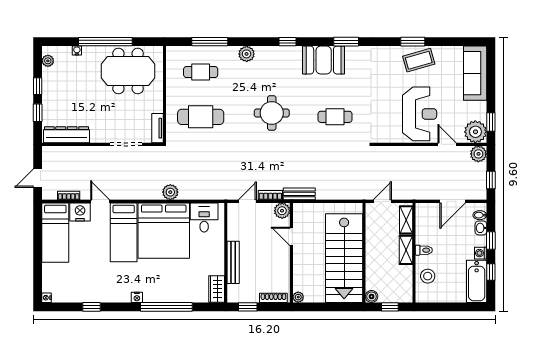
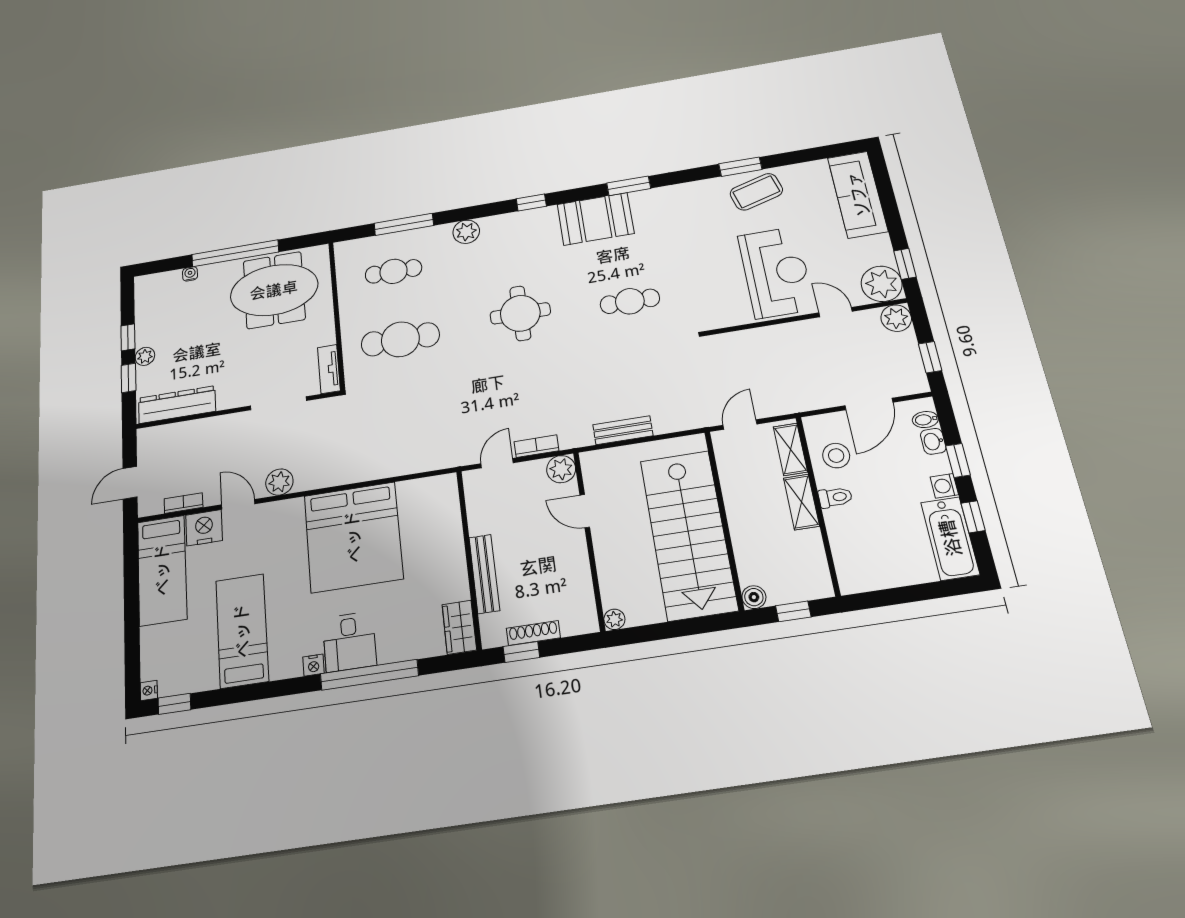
plant: (48, 61) -> (145, 356), moved
plant: (170, 192) -> (279, 482), moved
bench: (299, 194) -> (623, 430), moved
desk: (204, 217) -> (349, 642), moved, turned 180
bed: (124, 232) -> (242, 631), moved, turned 180
stool: (428, 276) -> (836, 456), moved
shoe rack: (273, 298) -> (533, 633), moved
window: (92, 307) -> (174, 704), moved

